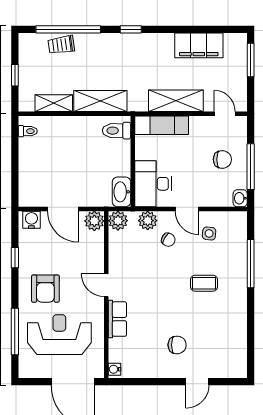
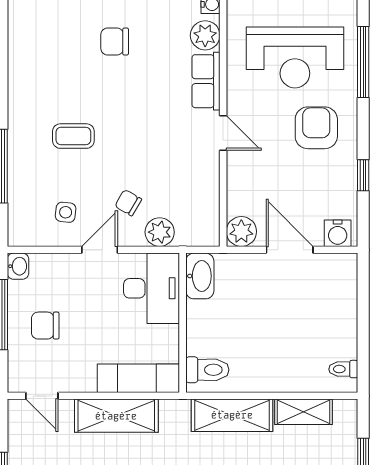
door: (187, 209) -> (100, 250), hinge flipped
plant: (118, 221) -> (205, 35), moved

